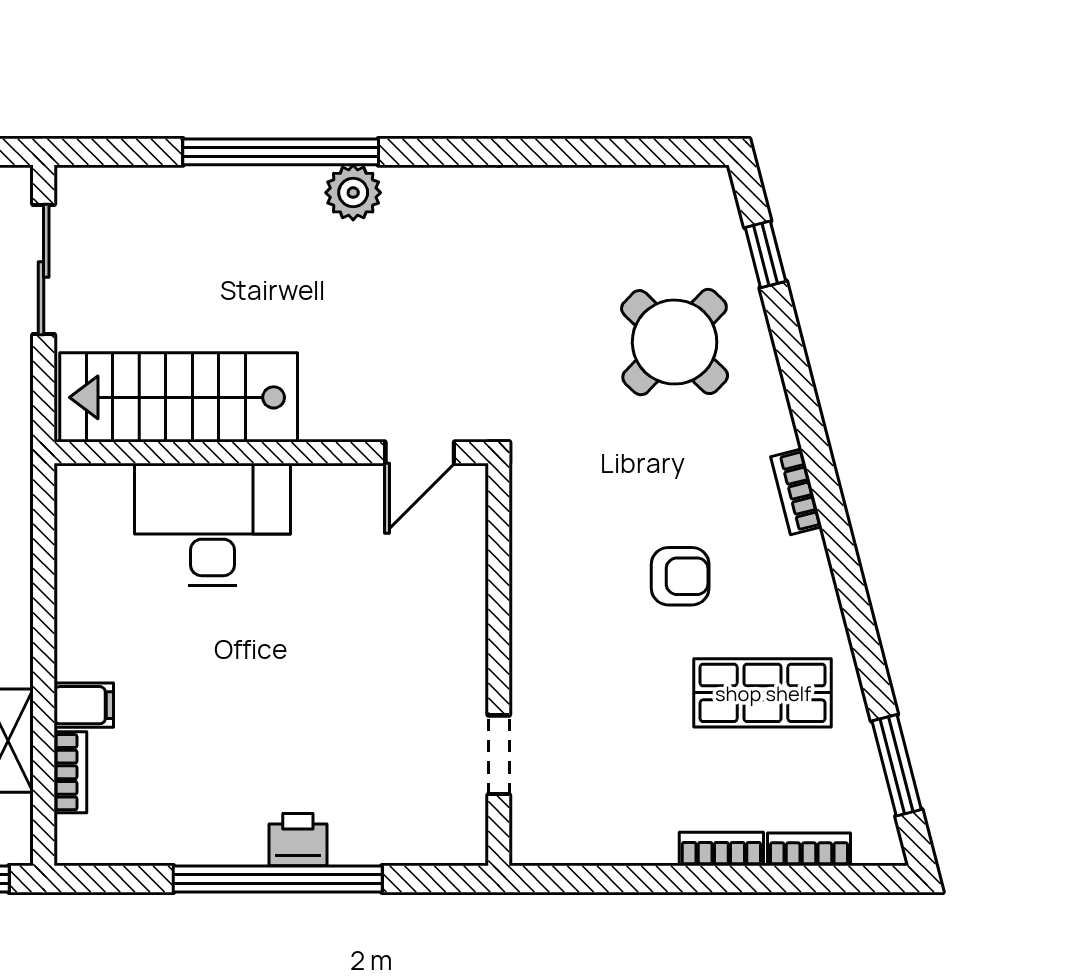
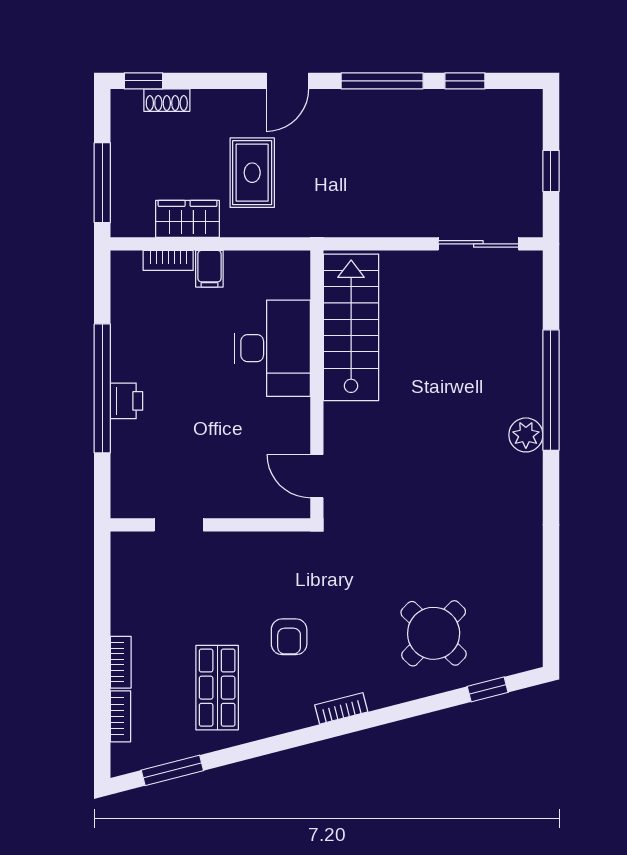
stairs: (179, 397) -> (351, 327), moved
wall: (271, 453) -> (317, 384), moved
door: (420, 453) -> (317, 476), moved
desk: (212, 524) -> (273, 348), moved

